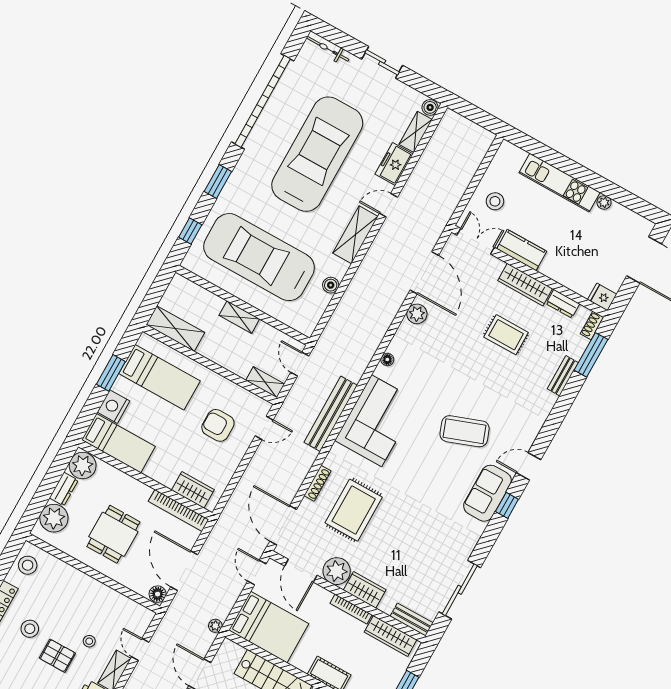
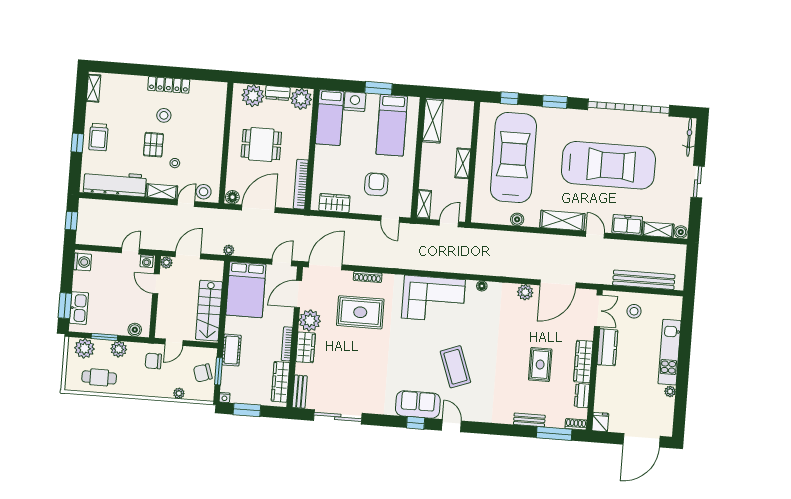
bench: (331, 414) -> (644, 280), moved
wardrobe: (193, 490) -> (334, 203), moved, turned -90
stool: (28, 565) -> (204, 192), moved

